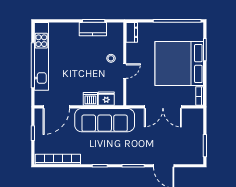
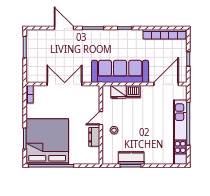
dresser: (132, 32) -> (94, 137), moved
bed: (179, 64) -> (47, 142), moved, turned -90

